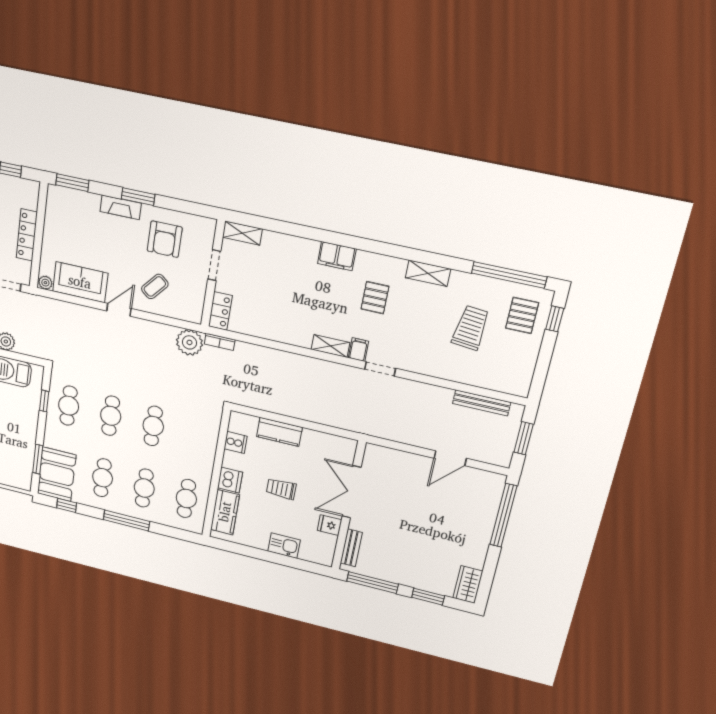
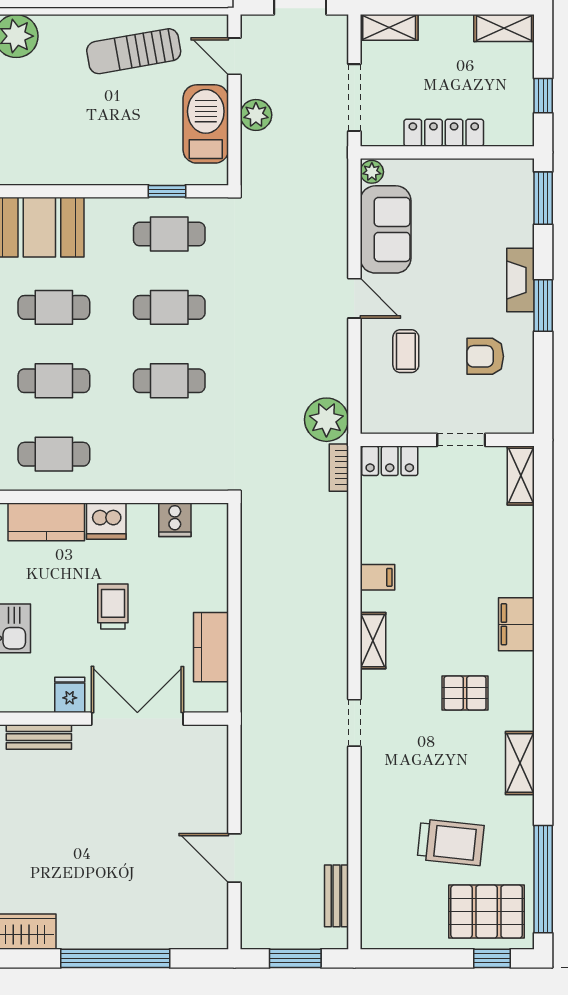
armchair: (165, 239) -> (485, 356), width x0.72, depth x0.72
coffee table: (155, 286) -> (406, 351), turned 50
pallet: (522, 315) -> (487, 912), width x1.50, depth x1.42
filing cabinet: (358, 350) -> (377, 577), moved
bench: (482, 403) -> (336, 896), width x0.73
kitchen counter: (279, 432) -> (211, 647), moved
window: (38, 459) -> (59, 191), removed
window: (503, 515) -> (115, 958), moved

